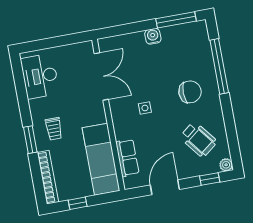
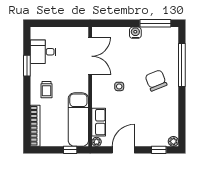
desk: (40, 76) -> (43, 52), width x0.73
chair: (190, 92) -> (156, 80), turned -112
wheelchair: (198, 139) -> (156, 118), removed
window: (30, 140) -> (27, 66), moved
plant: (129, 183) -> (97, 142), added
window: (78, 203) -> (70, 150), moved

